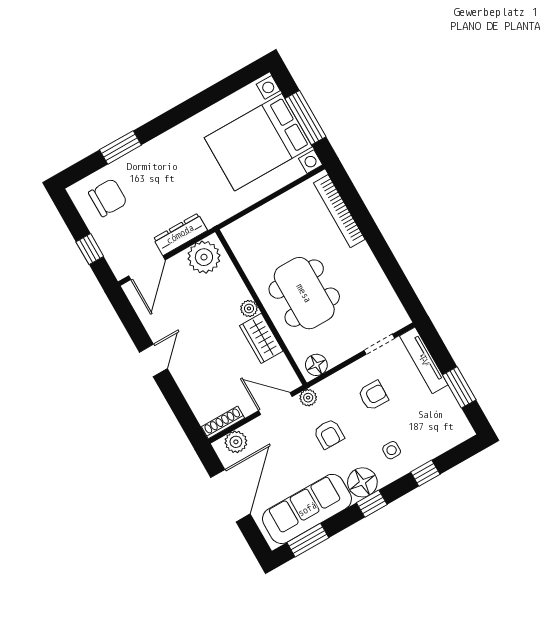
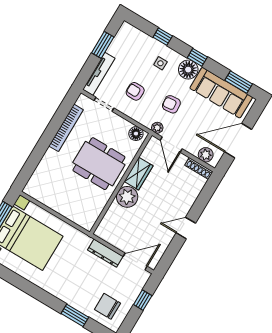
bookcase: (339, 211) -> (66, 128), moved
plant: (204, 257) -> (111, 232), removed
dining table: (304, 293) -> (99, 164), turned 90
plant: (249, 308) -> (127, 197), width x1.88, depth x1.88
armchair: (329, 434) -> (171, 104), turned -96

